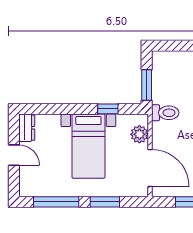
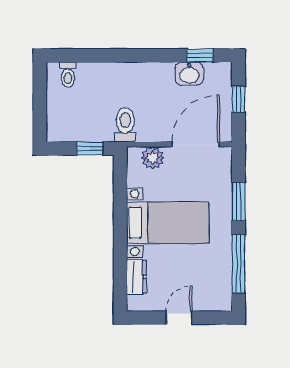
window: (147, 85) -> (90, 149), width x0.67
window: (108, 109) -> (120, 198), removed
dresser: (27, 128) -> (136, 277), moved, turned 90

